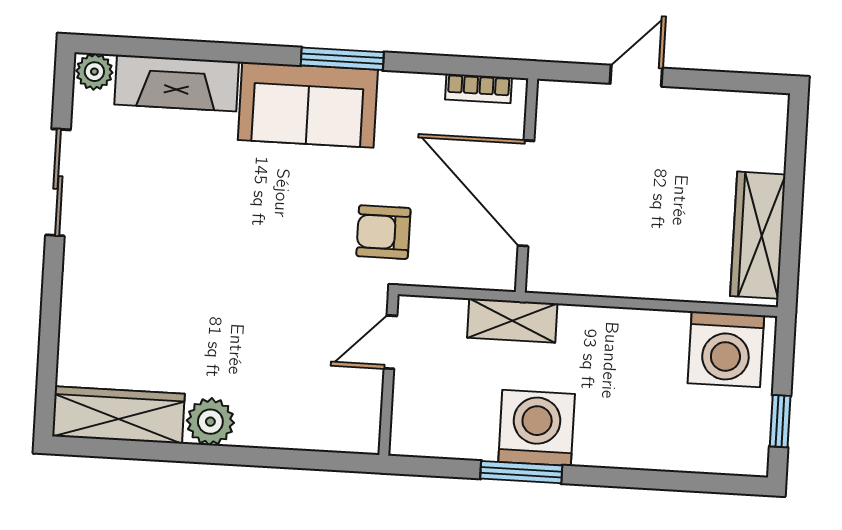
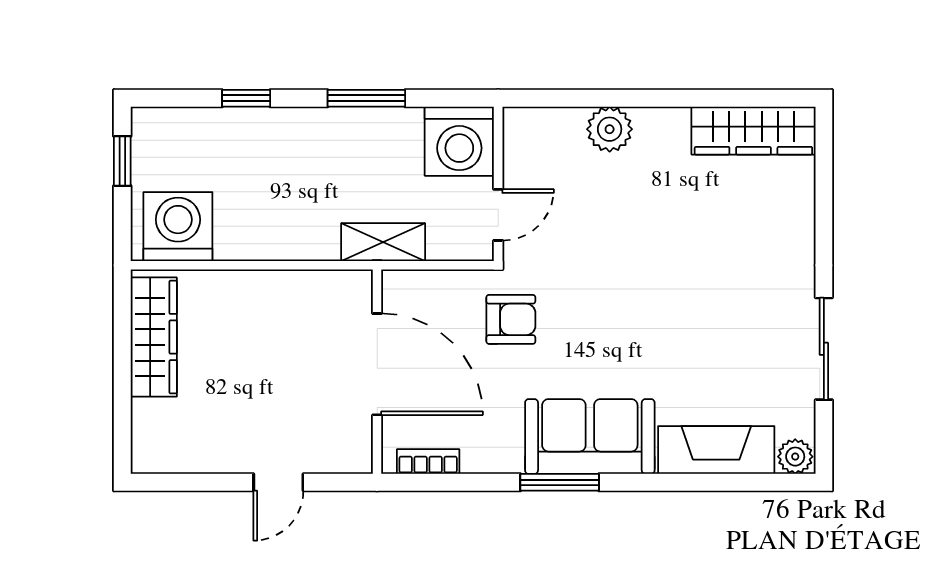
plant: (210, 422) -> (610, 129), moved
washing machine: (537, 428) -> (459, 141), moved
window: (647, 479) -> (246, 98), added

